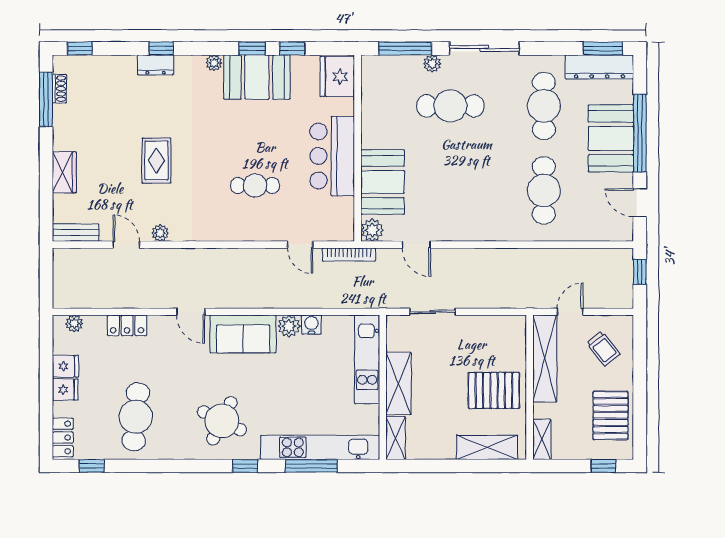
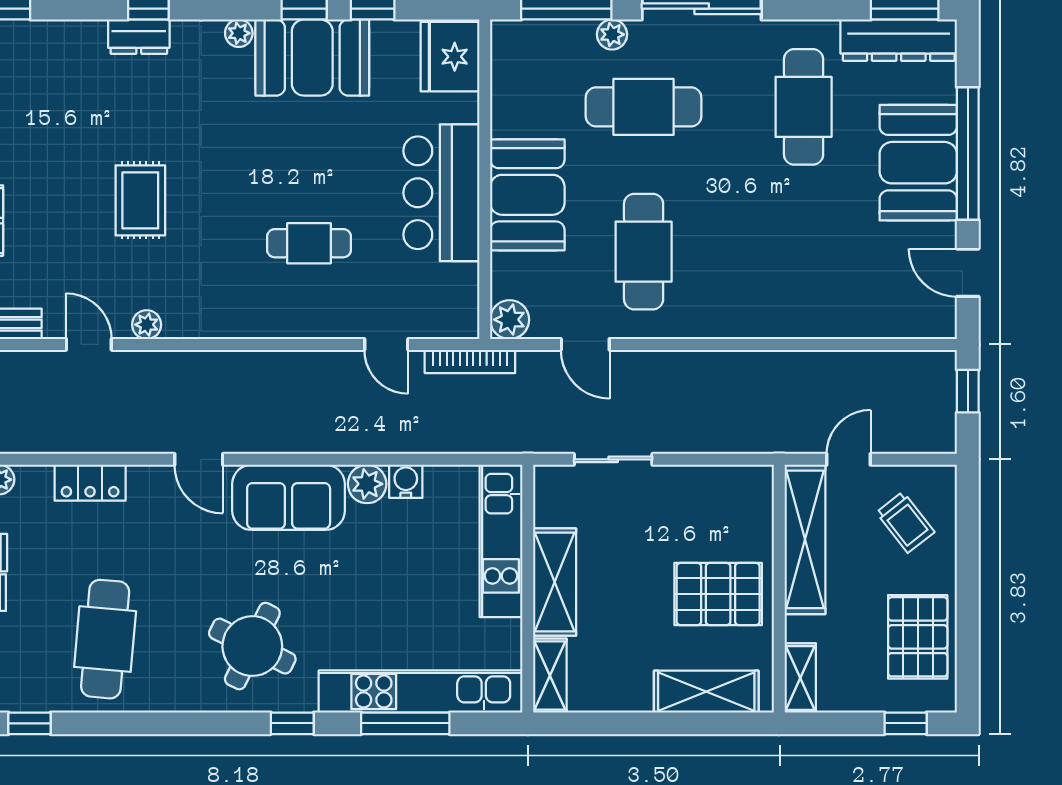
booth: (383, 182) -> (527, 195), moved
cafe table: (544, 190) -> (644, 252), moved

